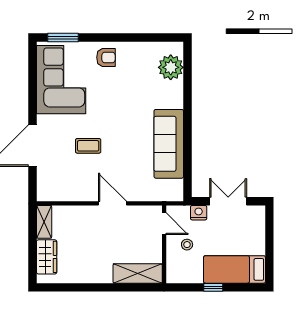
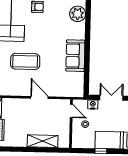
sofa: (169, 144) -> (75, 56), width x0.73
coffee table: (88, 146) -> (25, 61), width x1.86, depth x1.72
shelving: (138, 273) -> (43, 141), moved

